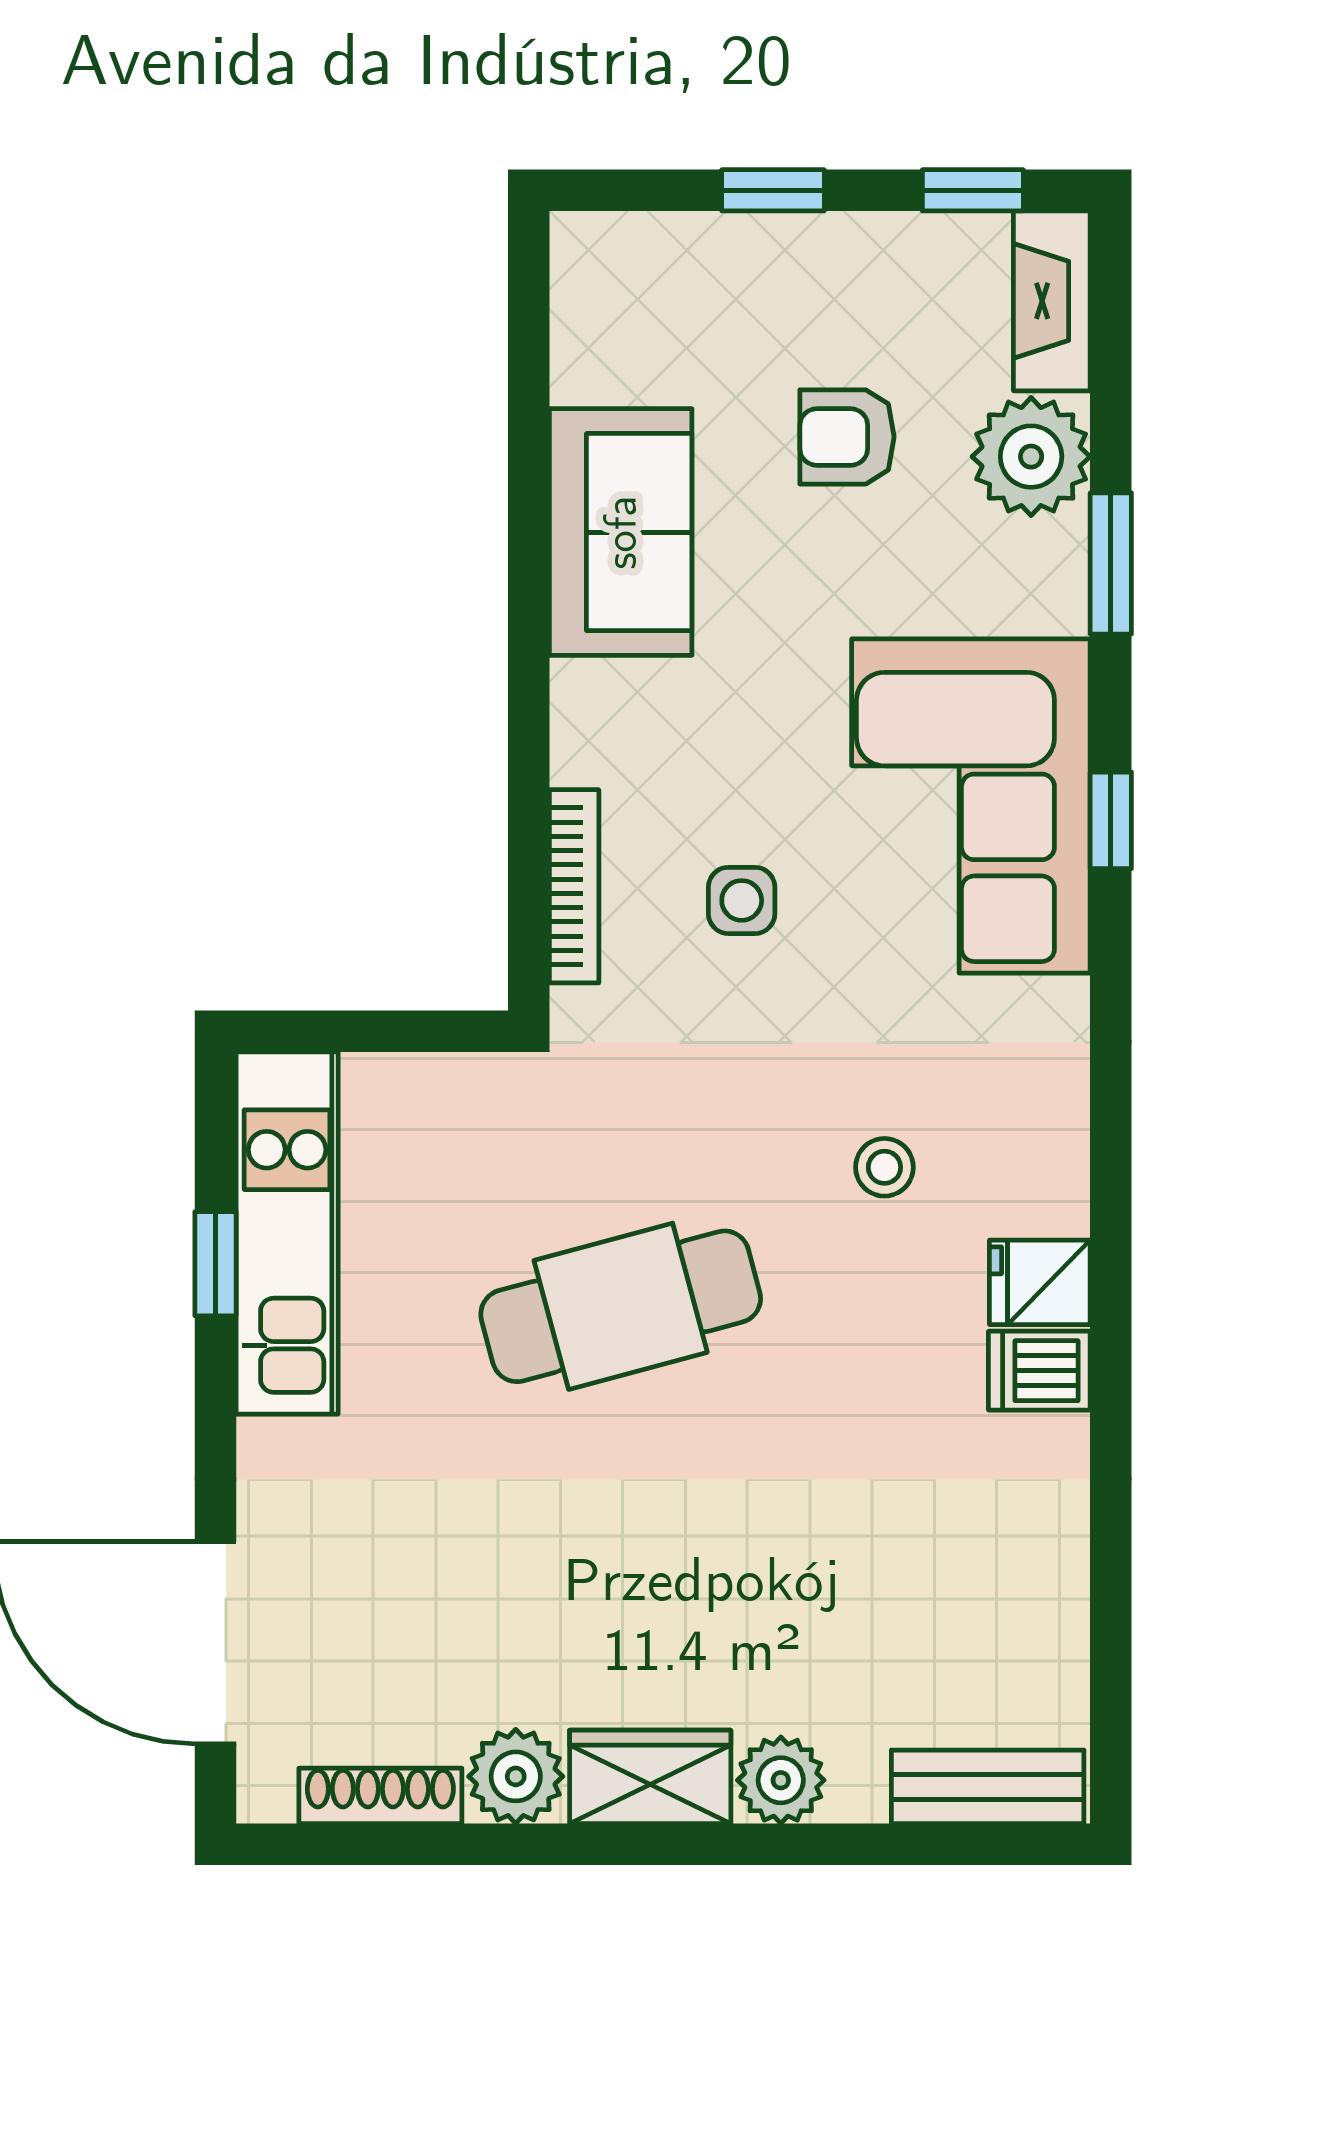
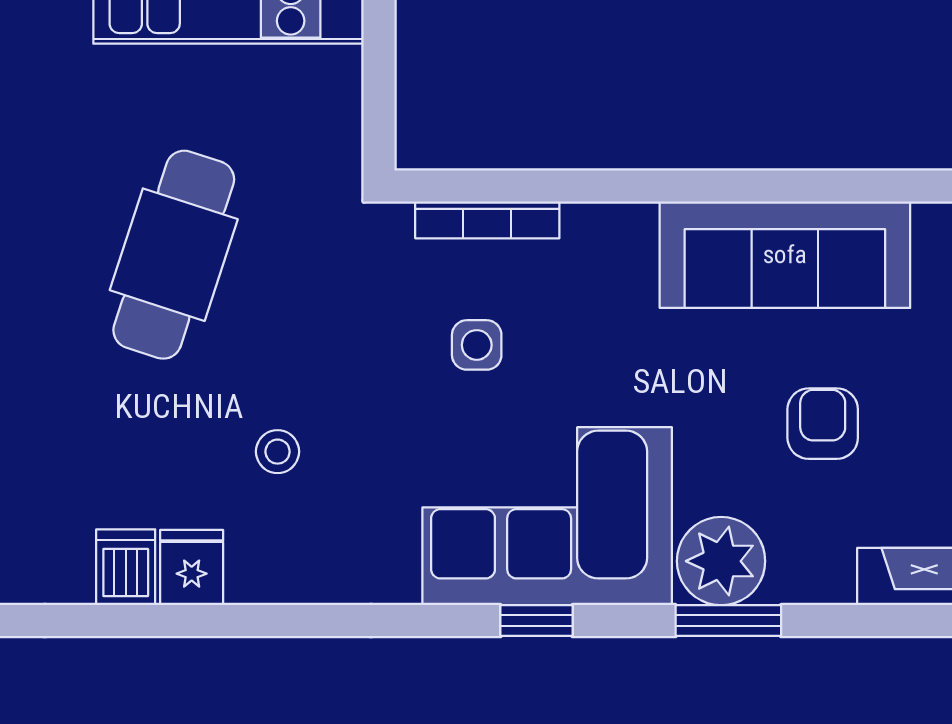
plant: (1031, 457) -> (721, 561), moved
sofa: (621, 532) -> (785, 255), width x1.36
cafe table: (621, 1306) -> (174, 255), turned 33

